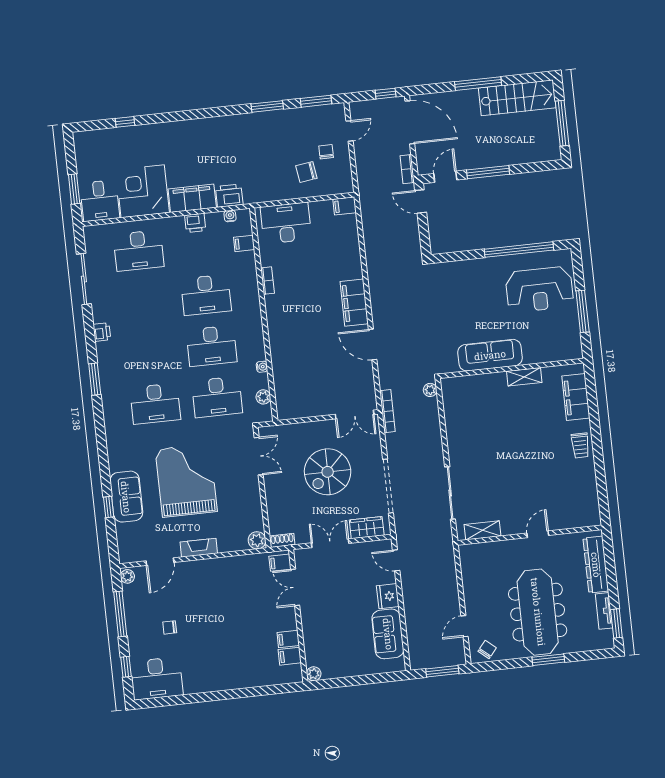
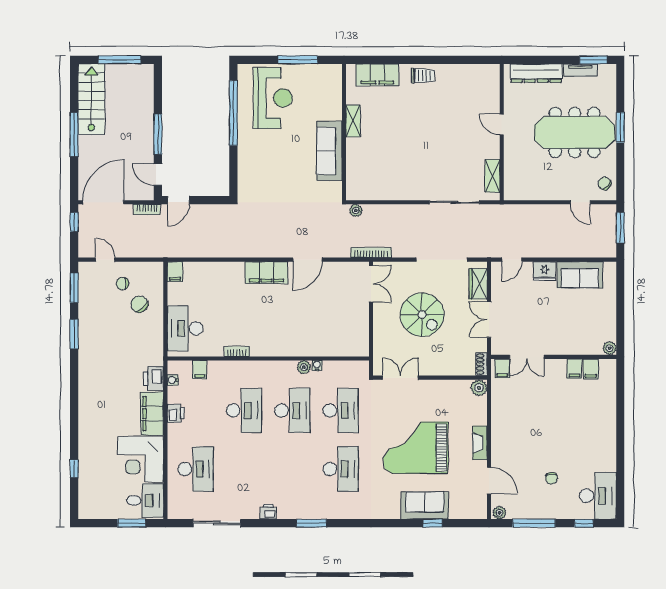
chair: (306, 172) -> (139, 304), turned 147
plant: (263, 397) -> (304, 367), moved

